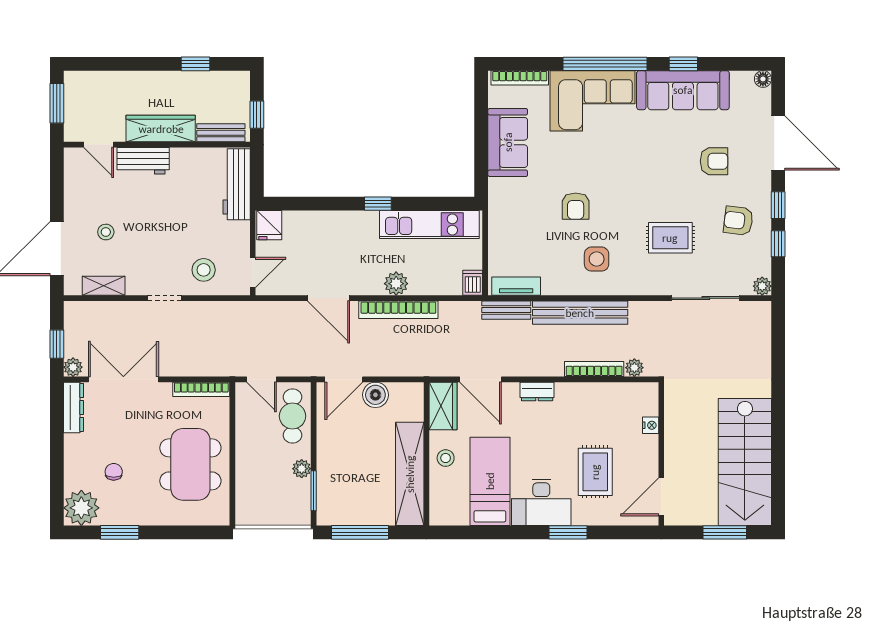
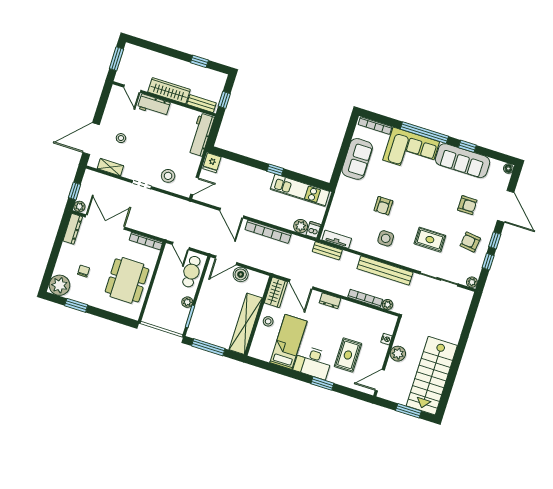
plant: (396, 284) -> (301, 226), moved
bench: (580, 313) -> (385, 271), moved
plant: (677, 443) -> (398, 354), added

